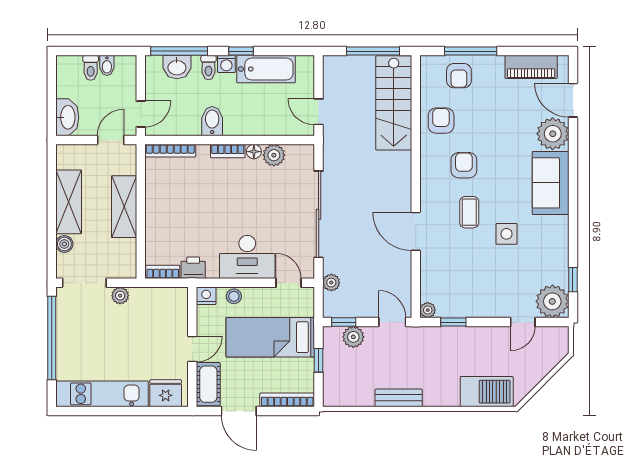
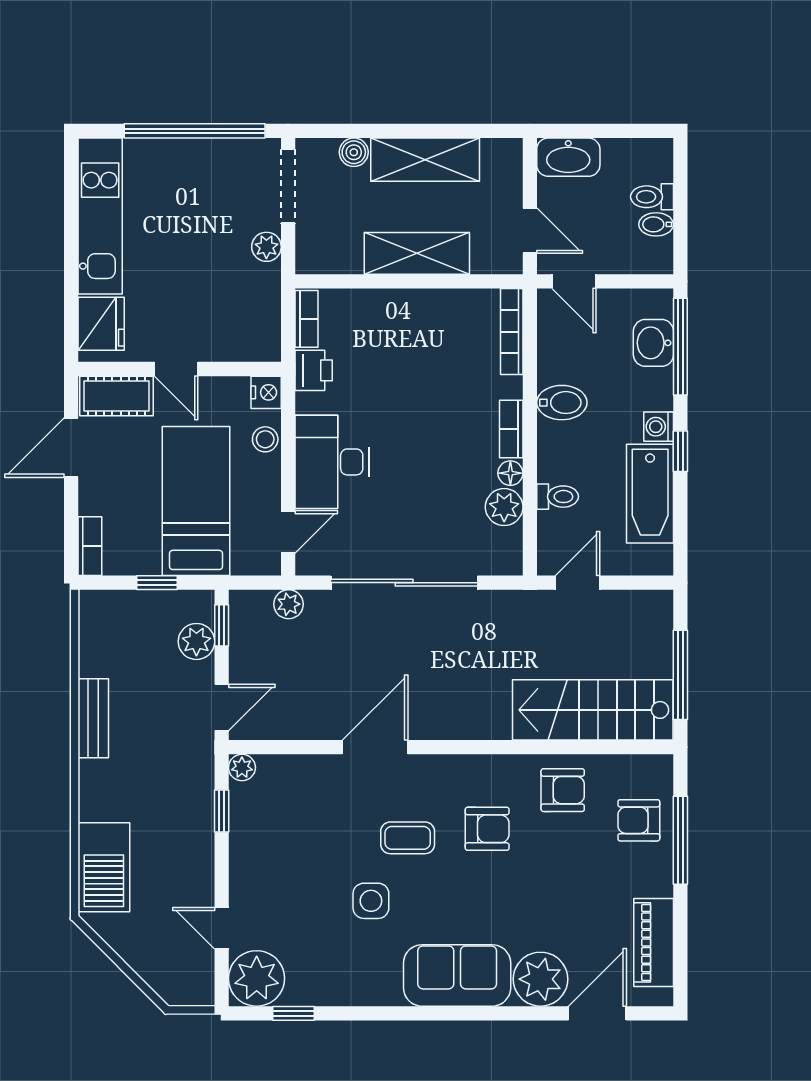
toilet: (209, 68) -> (558, 497), moved, turned 180
bookcase: (287, 400) -> (90, 546), width x0.64

